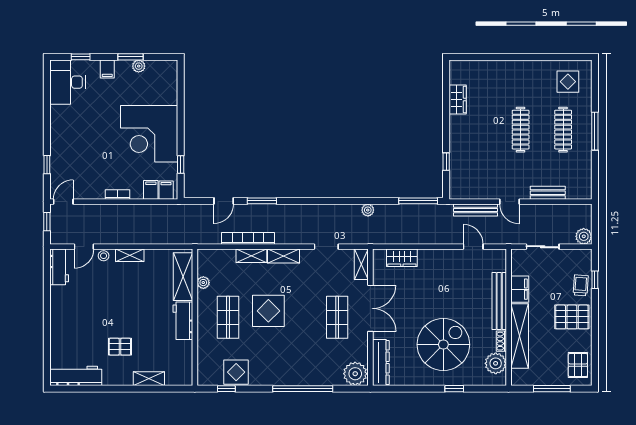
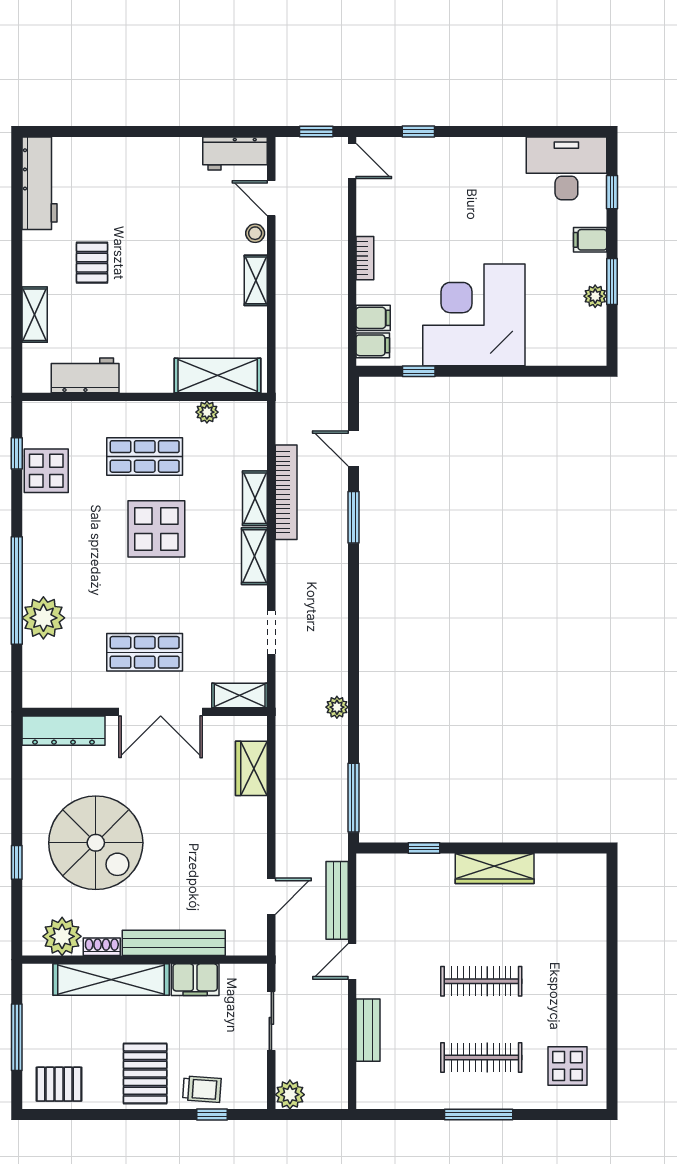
wardrobe: (458, 99) -> (495, 868), moved, width x1.50
workbench: (183, 321) -> (85, 375), moved
plant: (355, 374) -> (43, 618), moved

